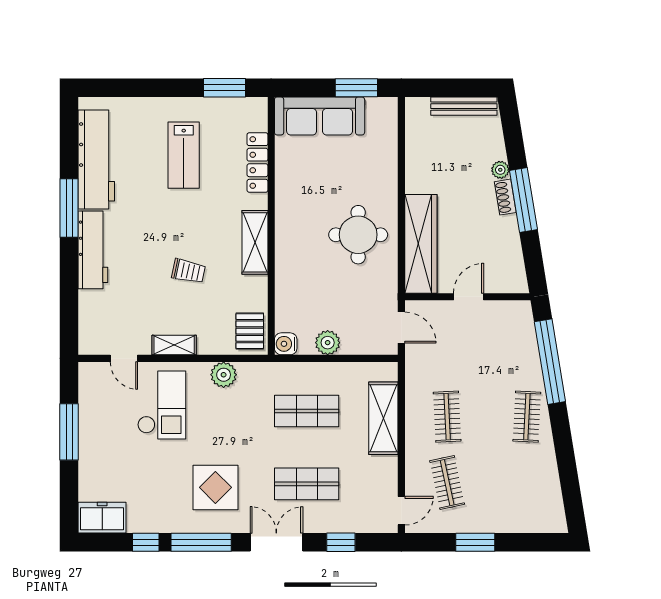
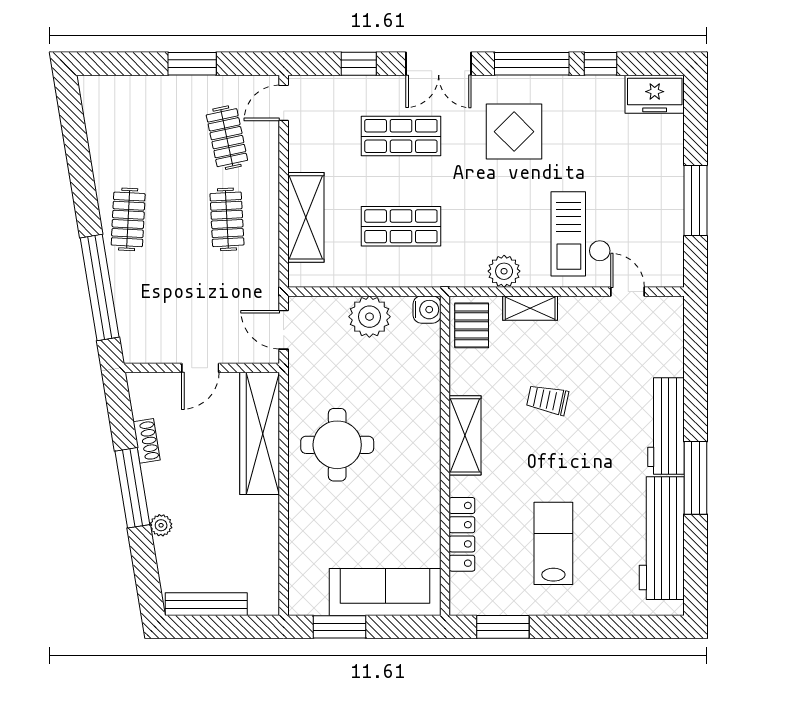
shoe rack: (505, 197) -> (147, 441), moved
plant: (328, 343) -> (369, 317), width x1.36, depth x1.36
shelving: (174, 345) -> (530, 308), moved

